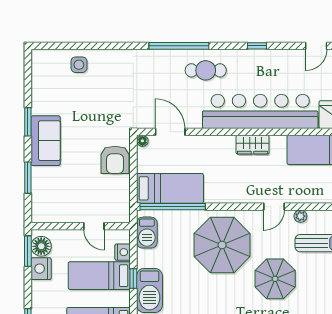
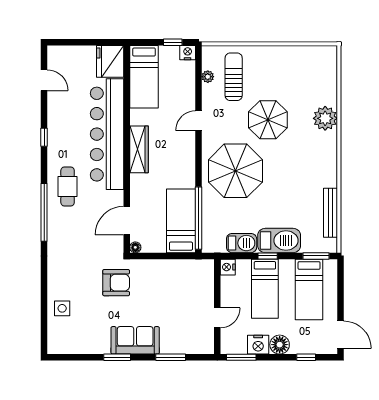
wardrobe: (253, 145) -> (139, 149), width x1.50
armchair: (115, 160) -> (116, 283), moved
door: (274, 207) -> (199, 121), swing flipped
plant: (300, 216) -> (208, 77), moved
door: (94, 226) -> (217, 318), moved
barbecue: (147, 233) -> (242, 243), moved
floor lamp: (41, 246) -> (280, 345), moved
nightstand: (123, 252) -> (228, 267), moved, turned -90

